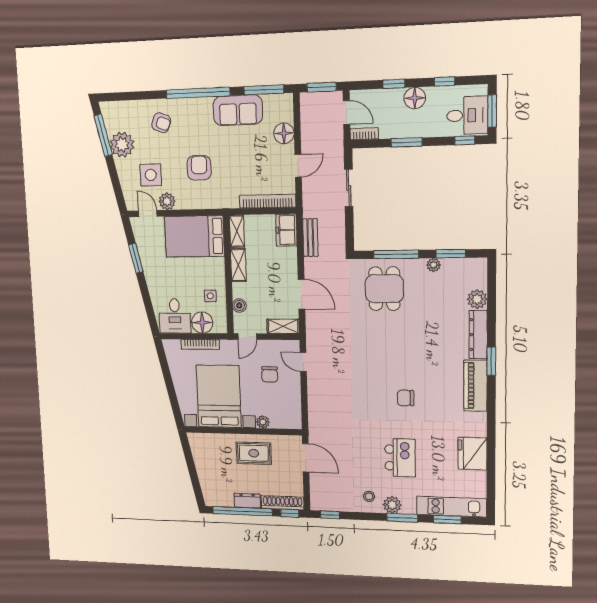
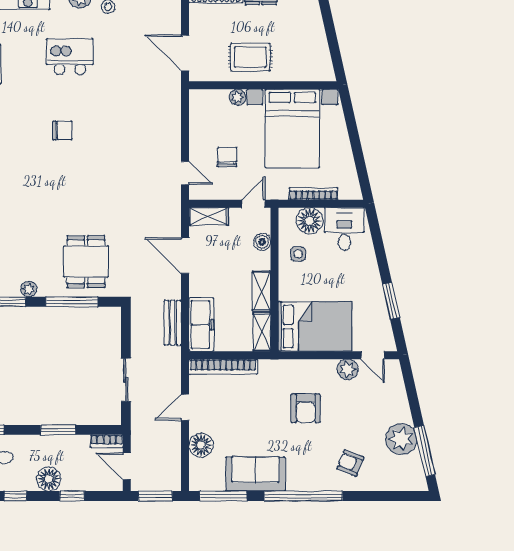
side table: (151, 175) -> (367, 402), removed
freezer: (286, 230) -> (201, 325), width x1.40
kitchen island: (400, 458) -> (70, 57), turned 90

